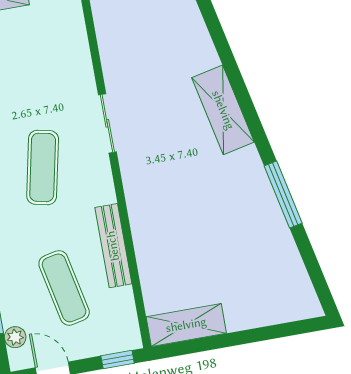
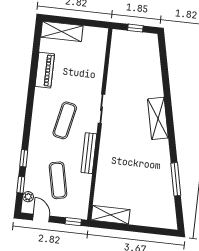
window: (283, 195) -> (176, 179), moved
bench: (113, 246) -> (89, 153), moved

